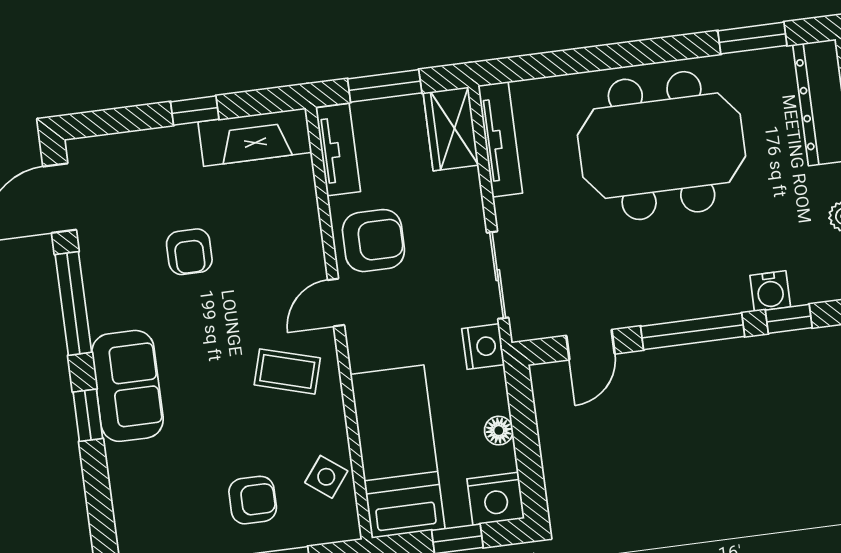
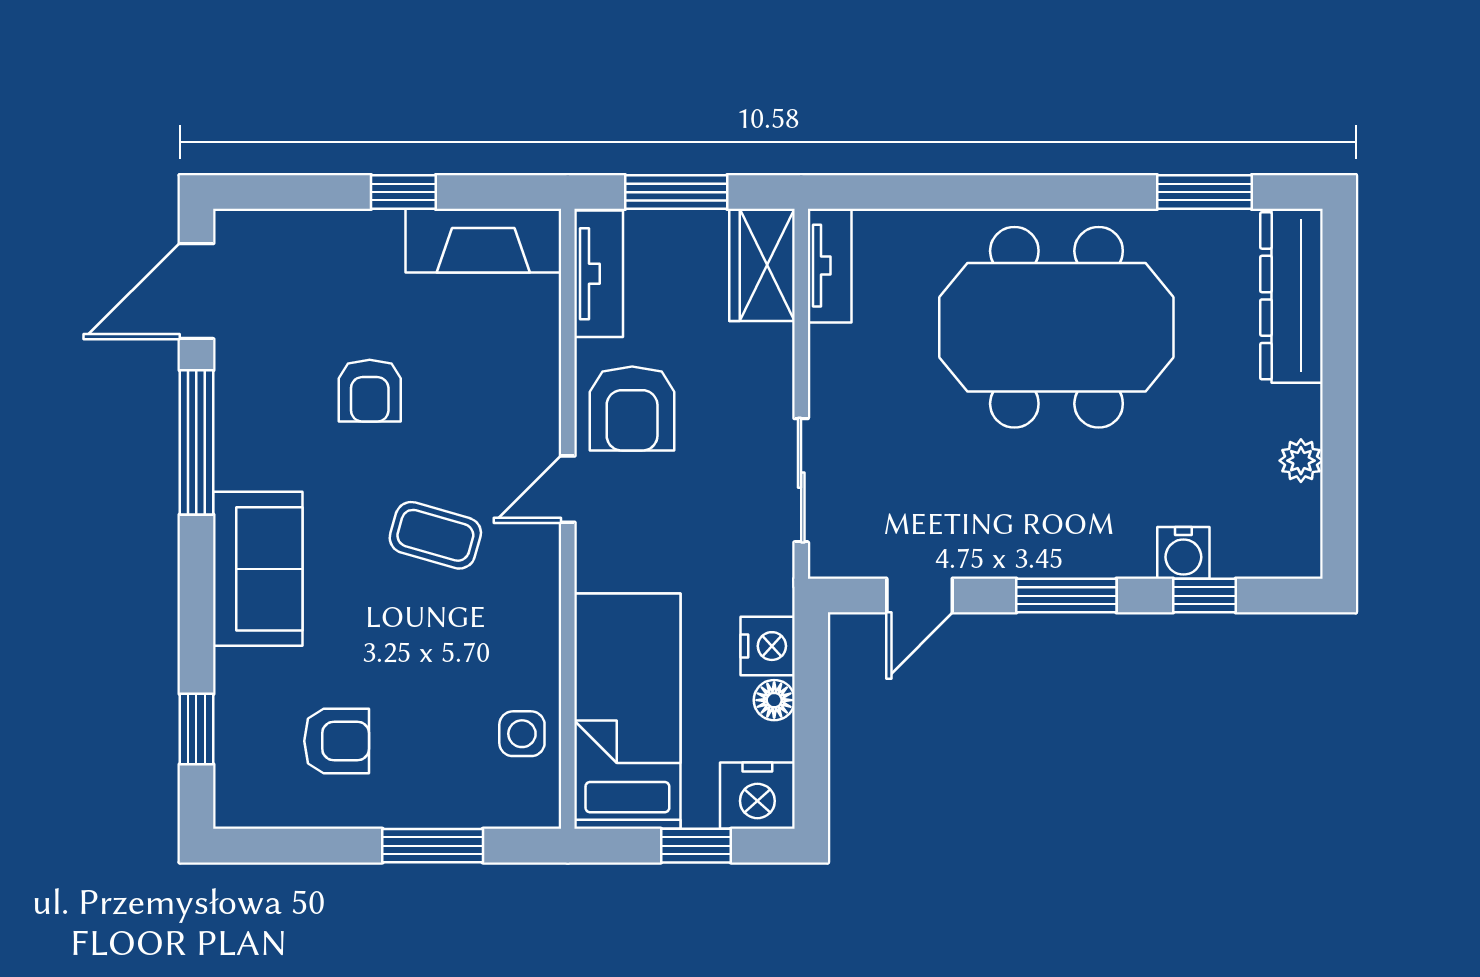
tv unit: (500, 139) -> (830, 266), width x0.71
armchair: (373, 241) -> (632, 409), turned 90
window: (693, 331) -> (1066, 596), width x0.69
nightstand: (483, 347) -> (768, 646), moved
coffee table: (287, 371) -> (435, 535), moved
window: (88, 415) -> (196, 729), moved
side table: (326, 477) -> (522, 734), turned -37
armchair: (253, 500) -> (337, 741), moved

